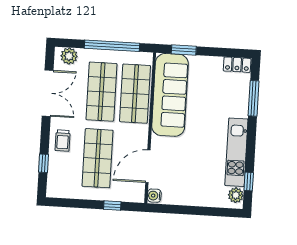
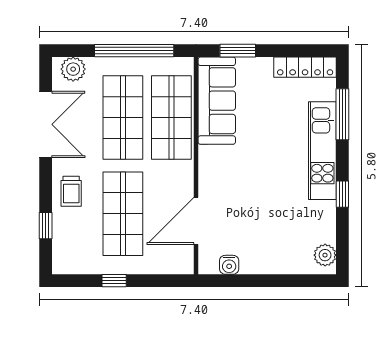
locker: (237, 65) -> (305, 67), width x1.53
sofa: (170, 95) -> (217, 101), width x0.74, depth x0.79
kitchen unit: (236, 152) -> (322, 151), moved
window: (249, 182) -> (342, 194), moved
water cooler: (154, 196) -> (229, 265), moved, turned -90
window: (112, 206) -> (114, 281), moved

